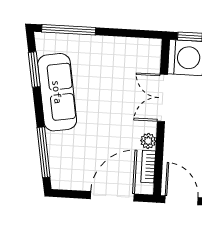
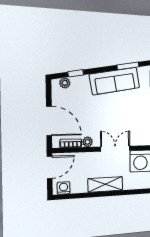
window: (44, 152) -> (76, 73), width x0.46
plant: (57, 169) -> (65, 83), added

